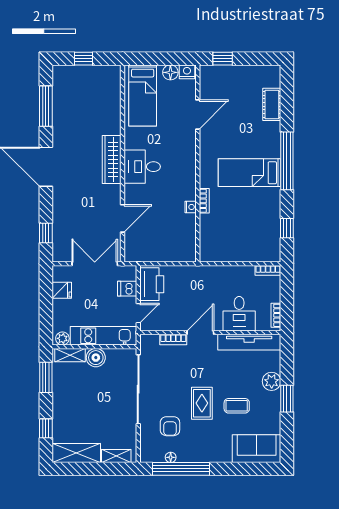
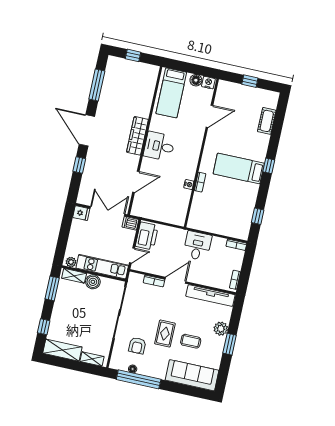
window: (223, 59) -> (250, 81), moved
window: (287, 161) -> (269, 166), width x0.32
window: (46, 233) -> (79, 165), moved
dishwasher: (127, 289) -> (130, 223), moved
fridge: (62, 290) -> (81, 213), moved
desk: (239, 314) -> (197, 246), moved, turned 180
sofa: (257, 449) -> (192, 375), width x1.36

